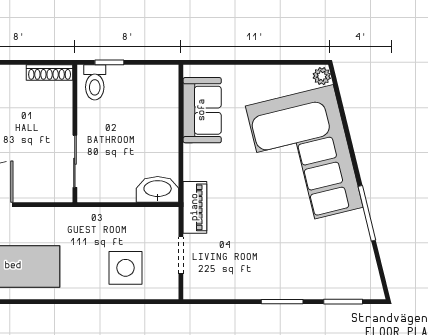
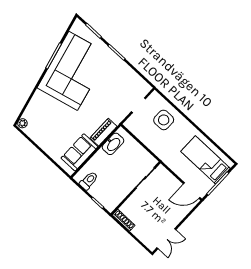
toilet: (95, 82) -> (89, 181), moved
corner sofa: (304, 157) -> (73, 71), moved
washbasin: (158, 189) -> (113, 144), moved, turned -90
piano: (195, 207) -> (104, 132), moved

